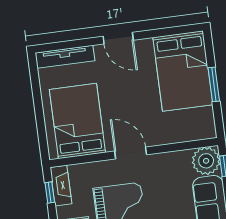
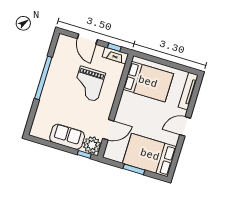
door: (131, 153) -> (108, 130), moved

